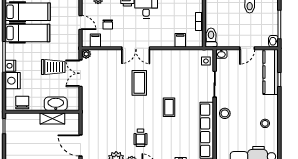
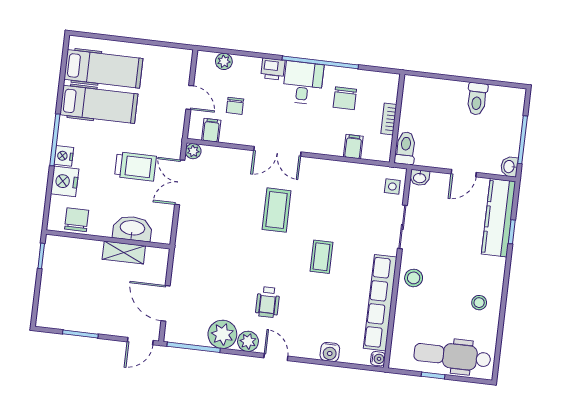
chair: (172, 12) -> (345, 98), added

